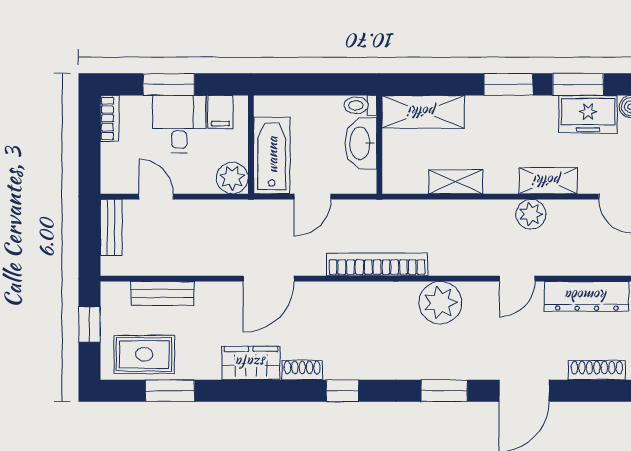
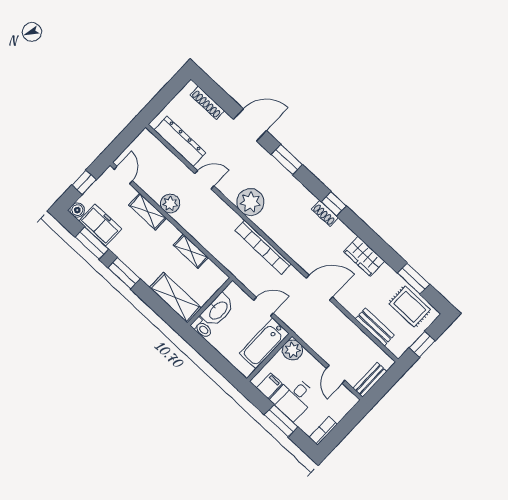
shoe rack: (302, 370) -> (325, 213), moved

